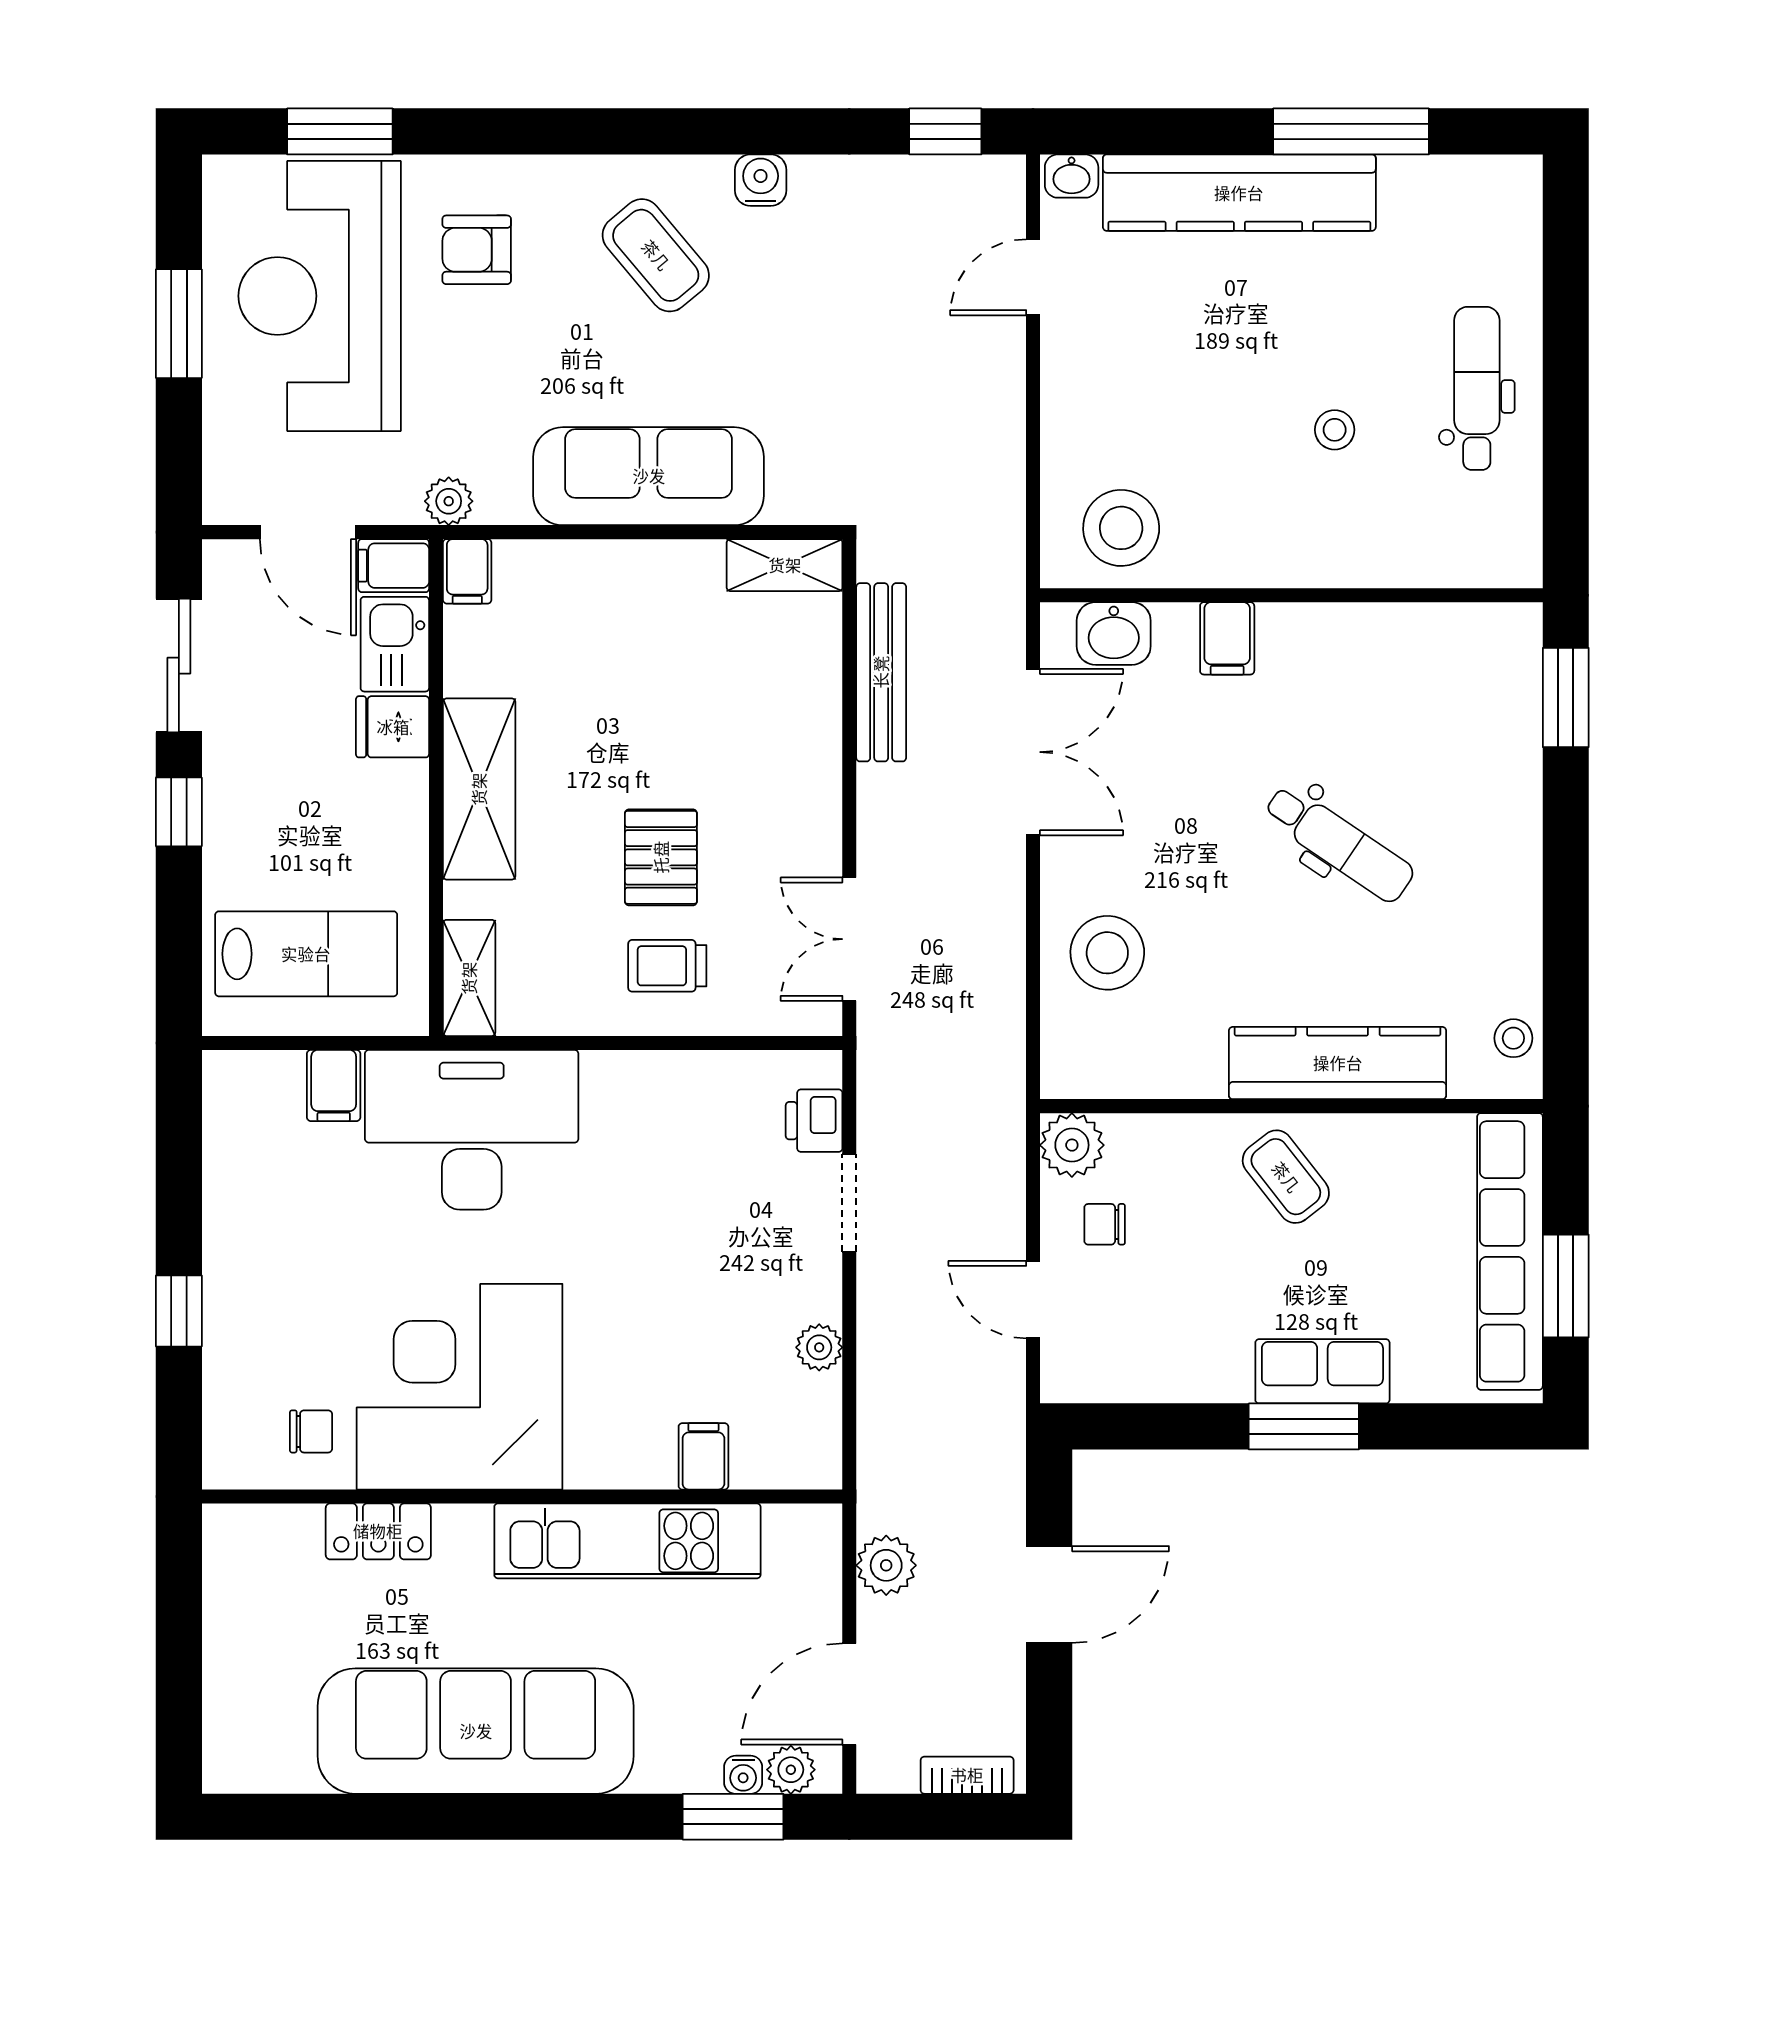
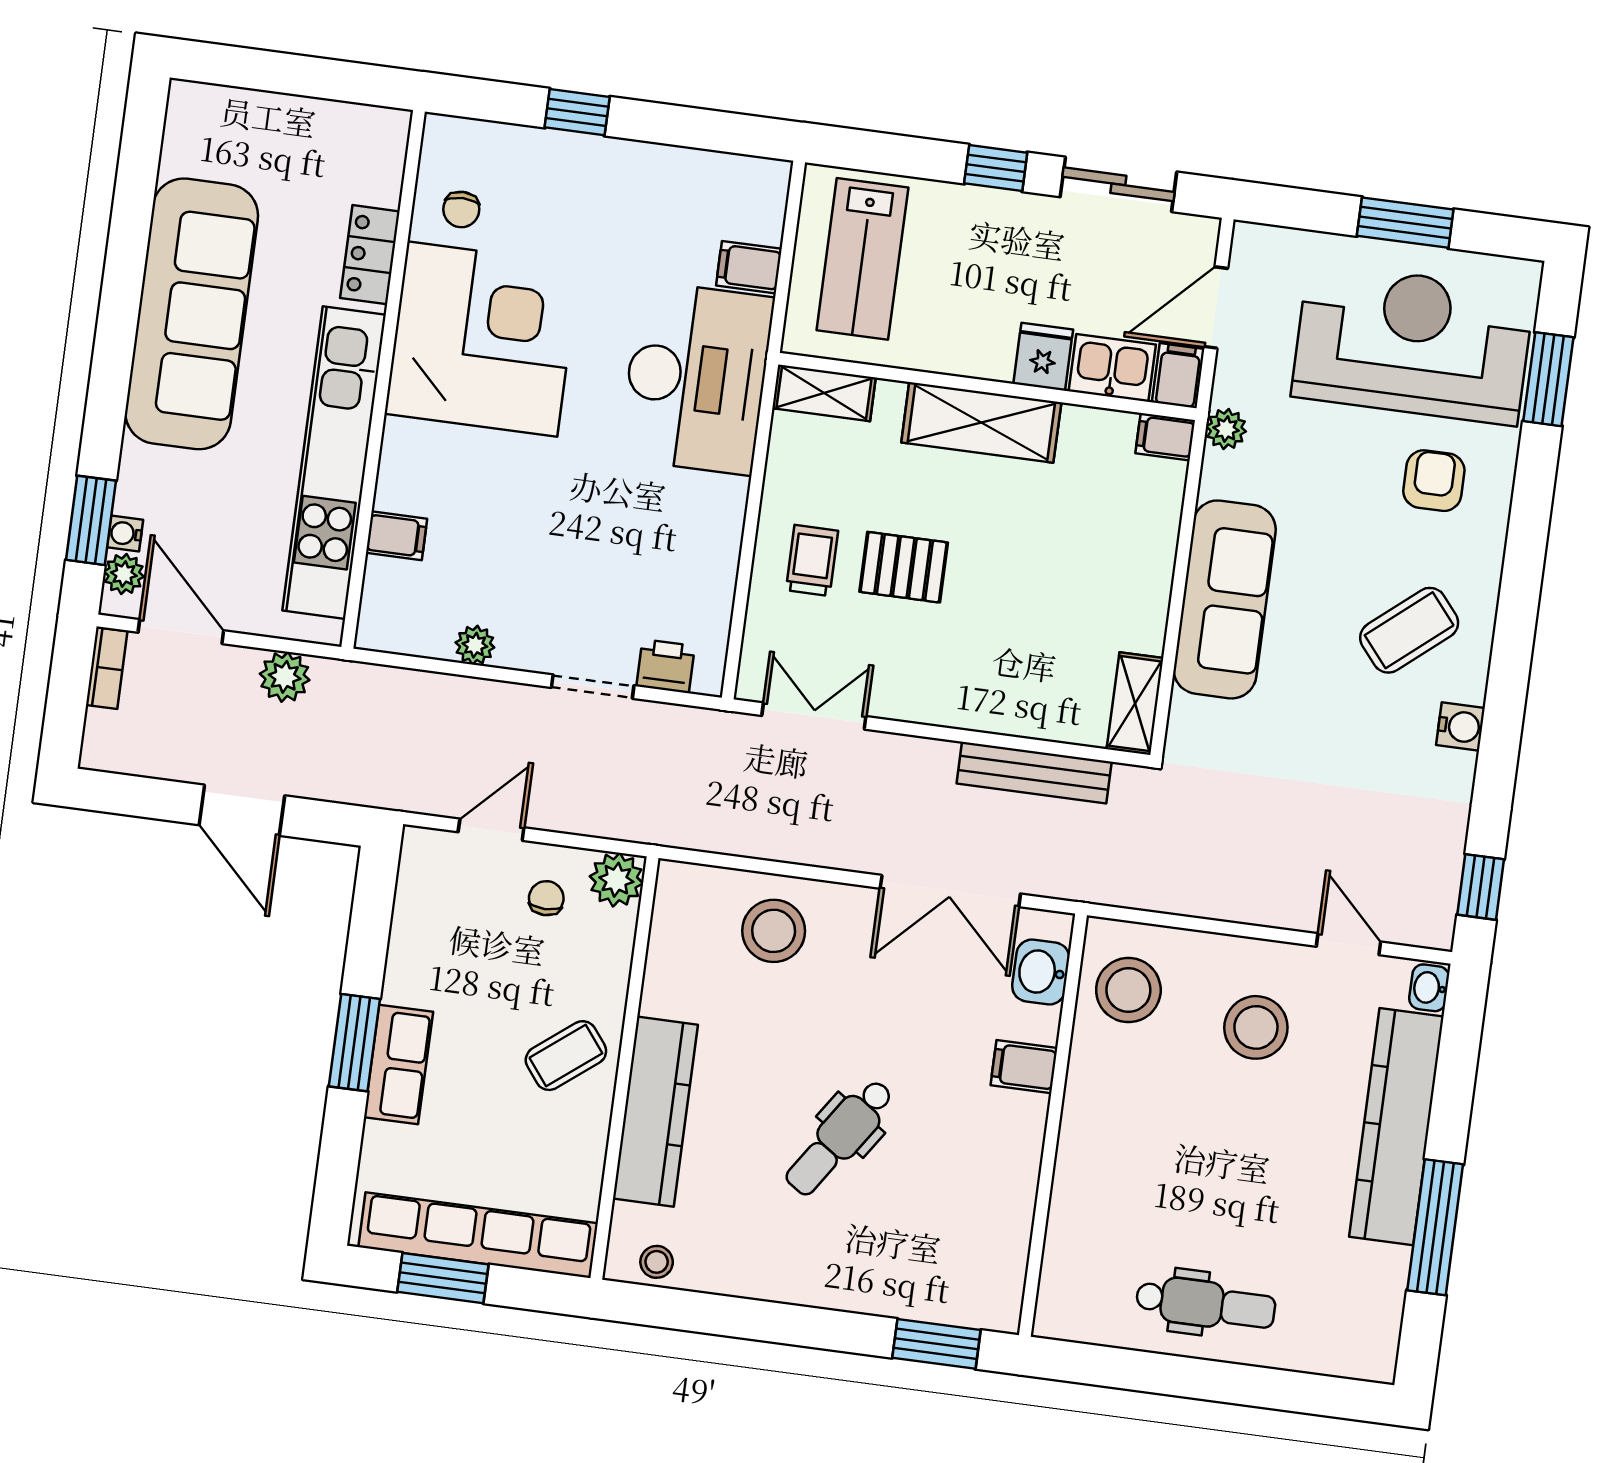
stool: (1335, 430) -> (1256, 1027), moved, width x1.89, depth x1.89
kitchen unit: (627, 1541) -> (334, 463), width x1.36
bookcase: (967, 1775) -> (107, 668), moved

